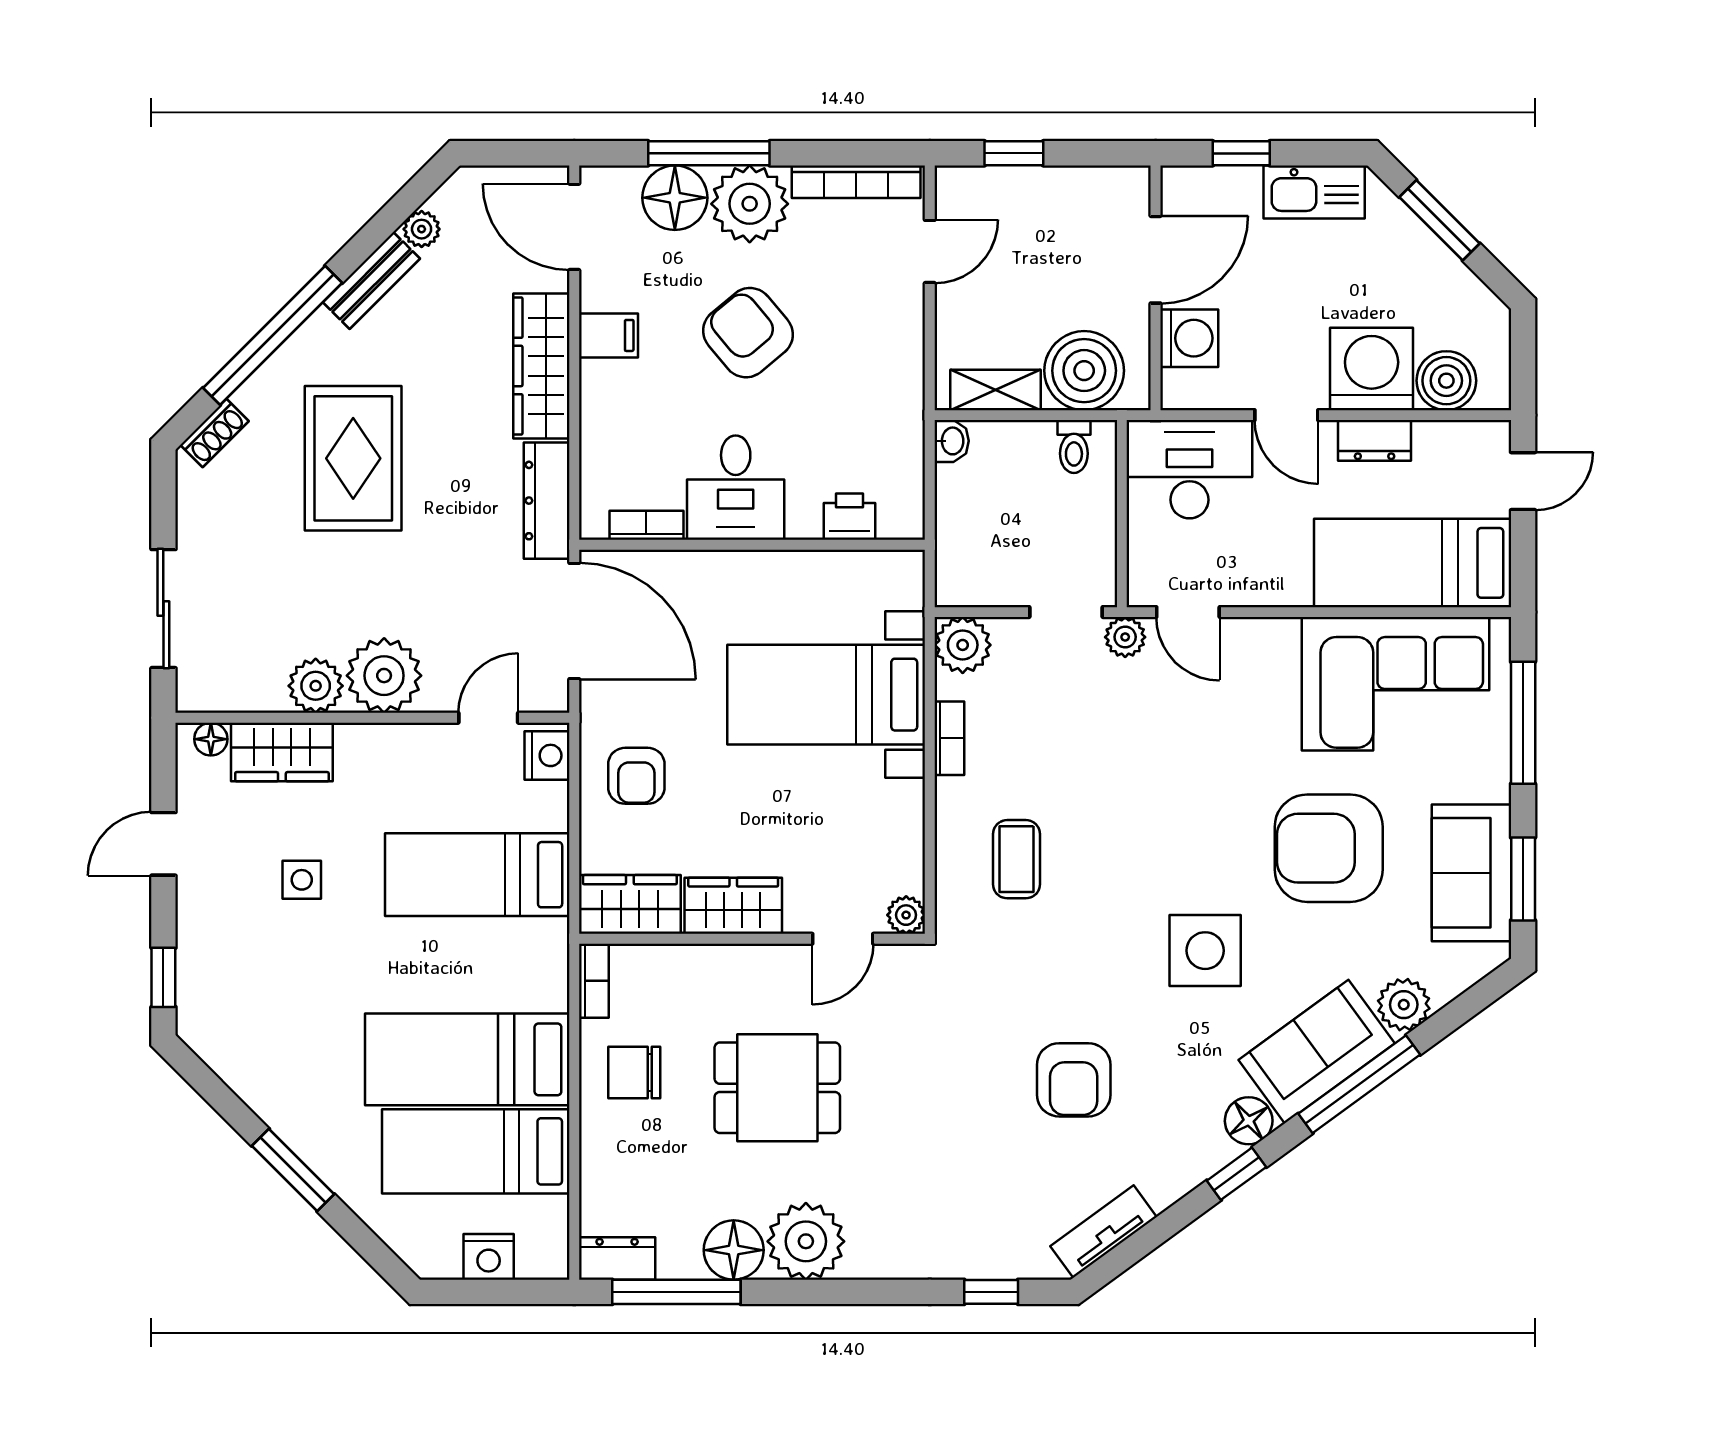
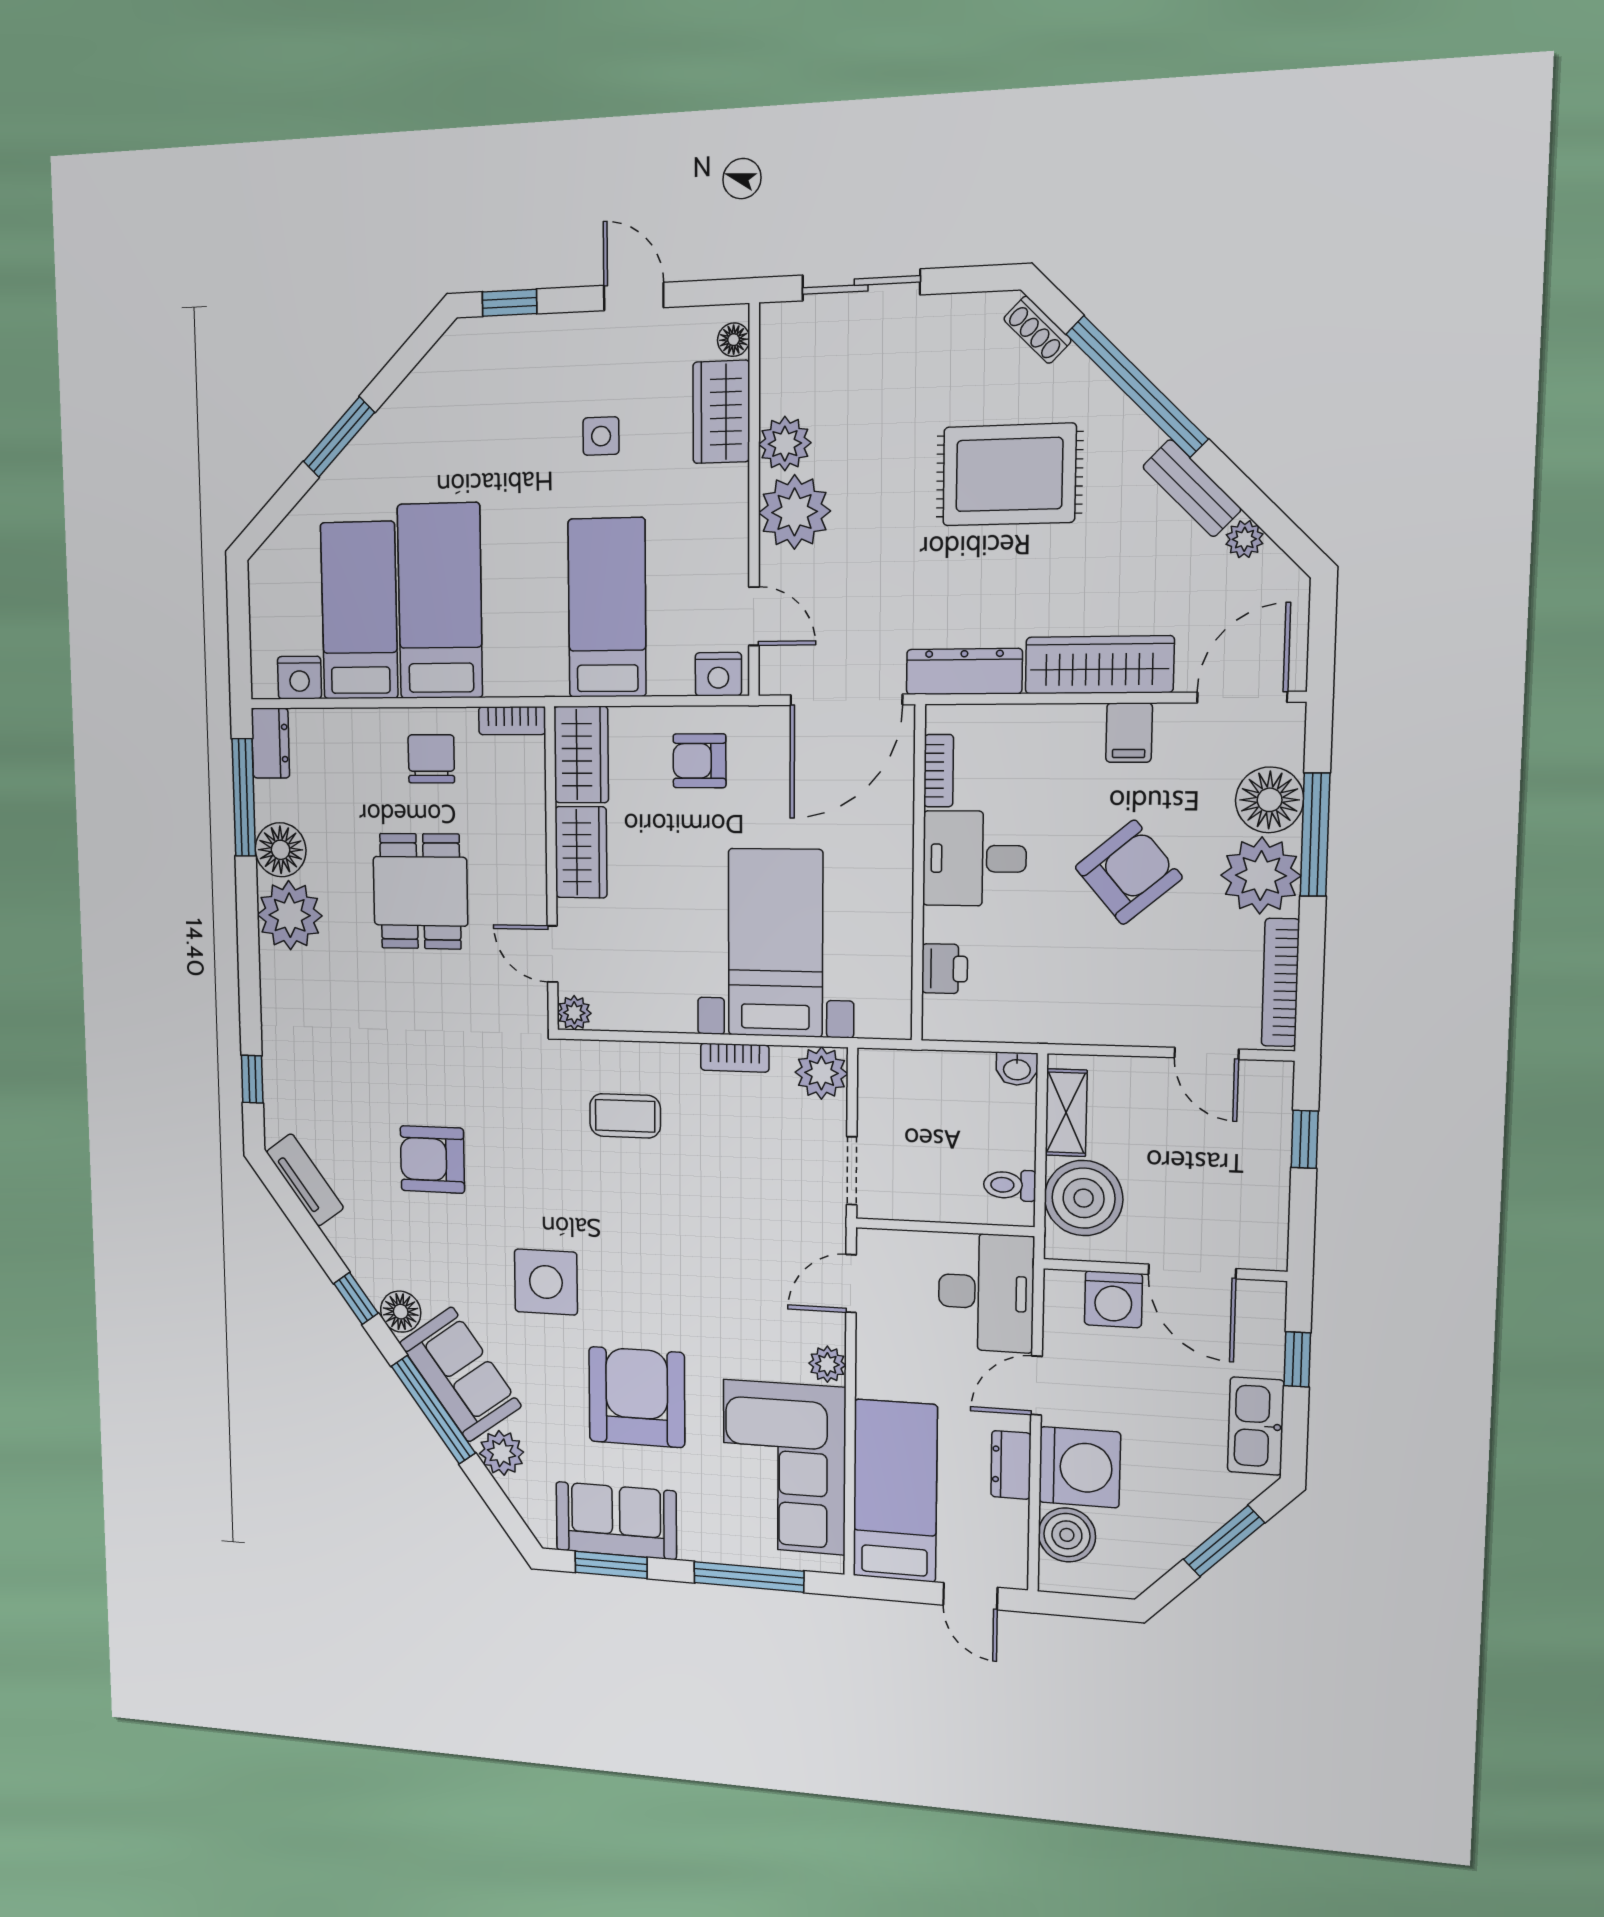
plant: (1125, 637) -> (827, 1364), moved
nightstand: (489, 1257) -> (299, 678), moved, turned -90

